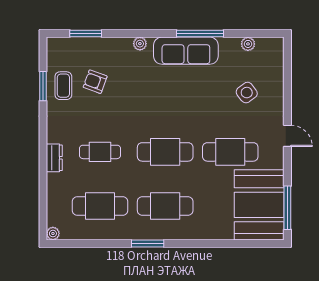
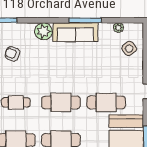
plant: (140, 44) -> (43, 31), width x1.87, depth x1.87
side table: (247, 93) -> (129, 48), moved

